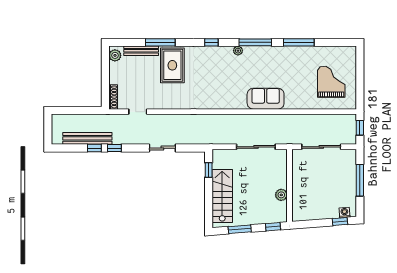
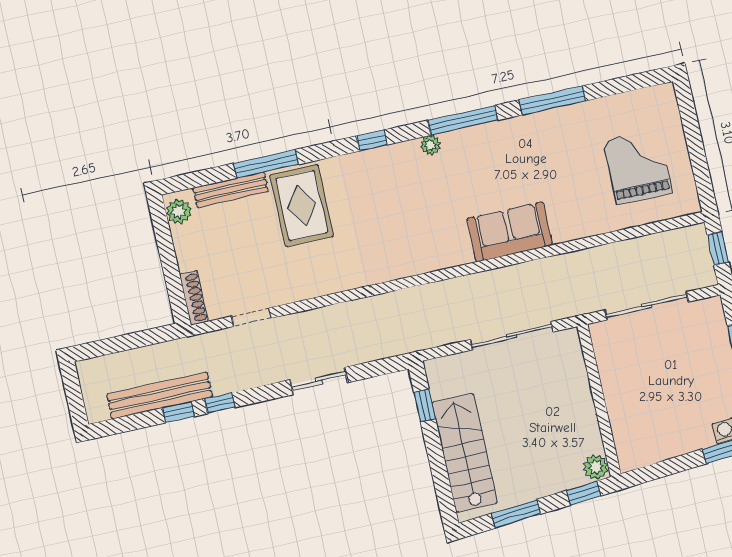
plant: (281, 195) -> (596, 467), moved

